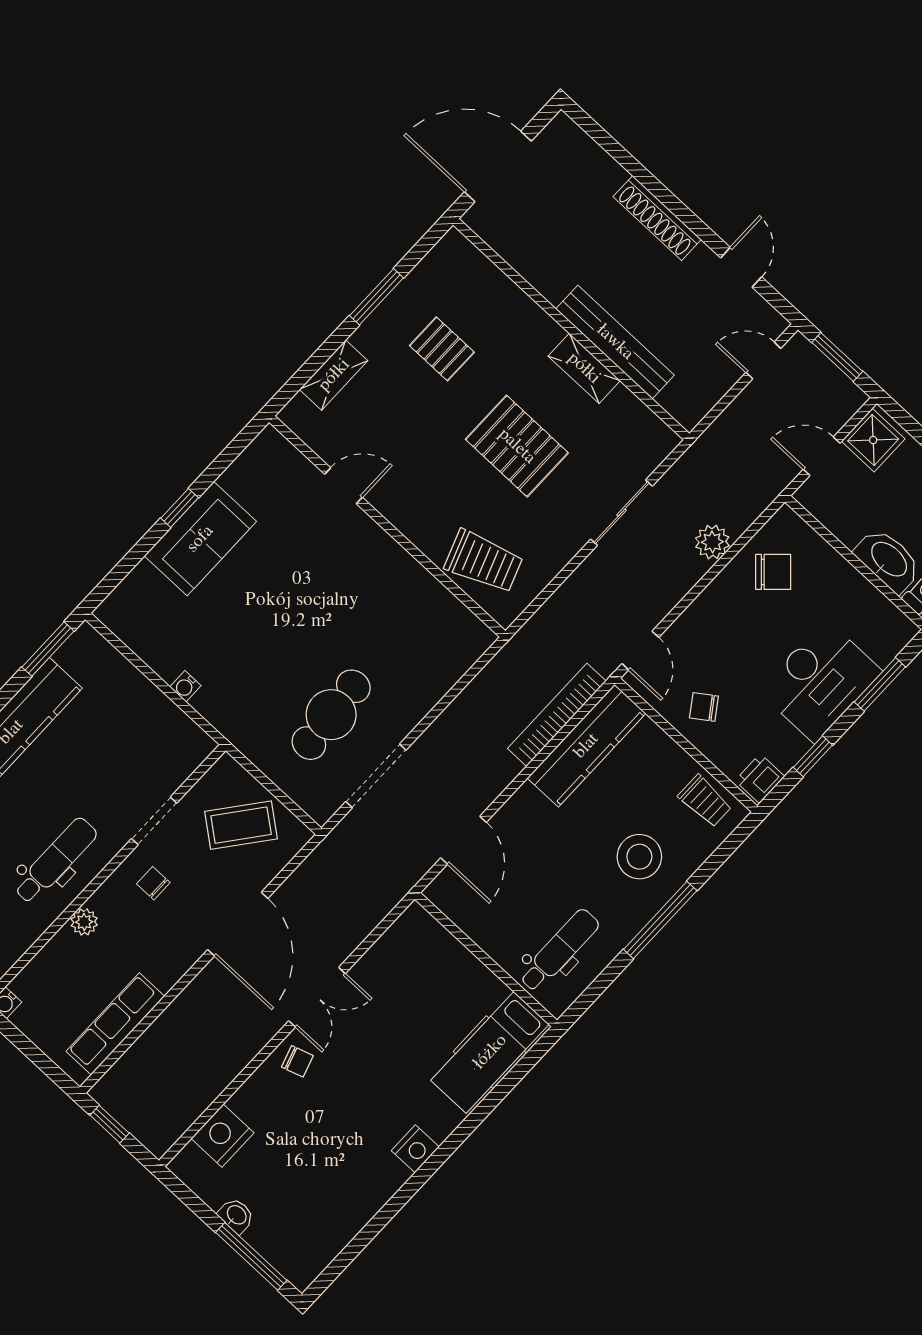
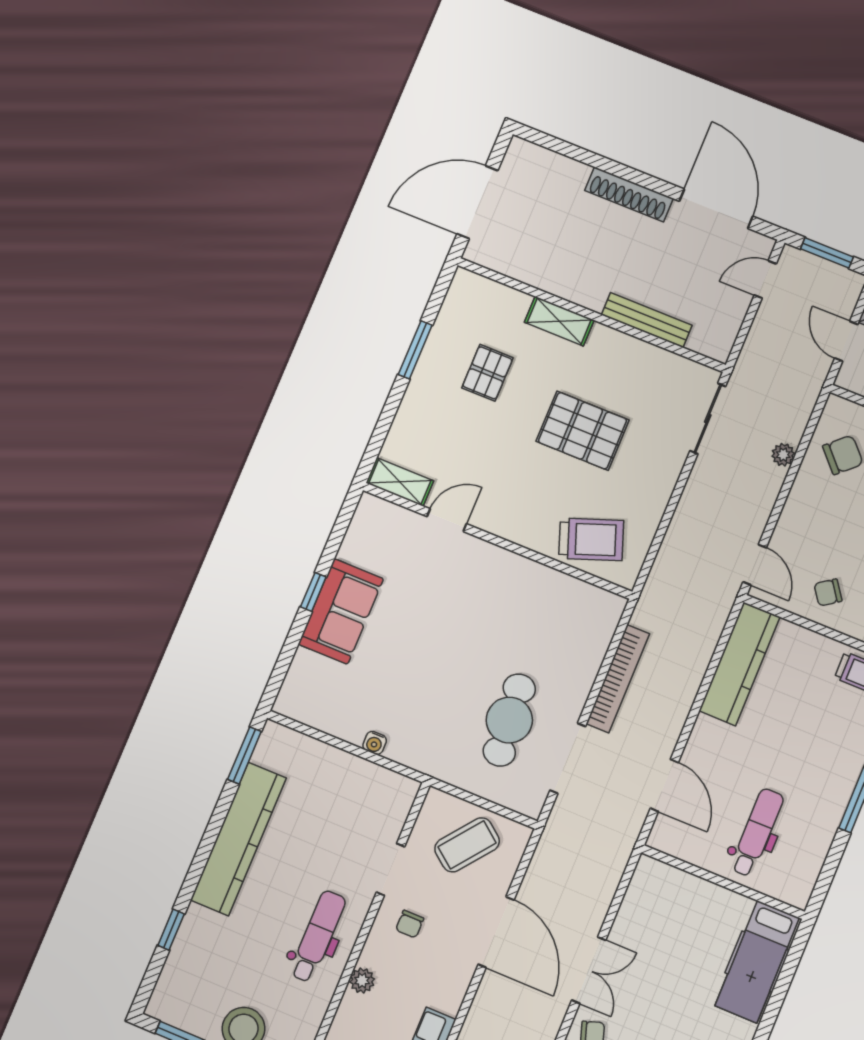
door: (741, 267) -> (716, 209), width x1.88
bench: (615, 342) -> (647, 320), width x0.73, depth x0.82
pallet: (442, 349) -> (487, 373), turned 90
shelving: (584, 368) -> (559, 321), moved
shelving: (334, 375) -> (400, 482), moved, turned 90
door: (822, 456) -> (846, 341), hinge flipped
sliding door: (621, 513) -> (708, 419), moved
plant: (712, 542) -> (783, 455), width x0.73, depth x0.73
bookcase: (557, 715) -> (618, 679), moved, turned 180
stool: (639, 857) -> (822, 742), removed
chair: (153, 883) -> (410, 924), turned -90
dental chair: (559, 950) -> (757, 832), moved

